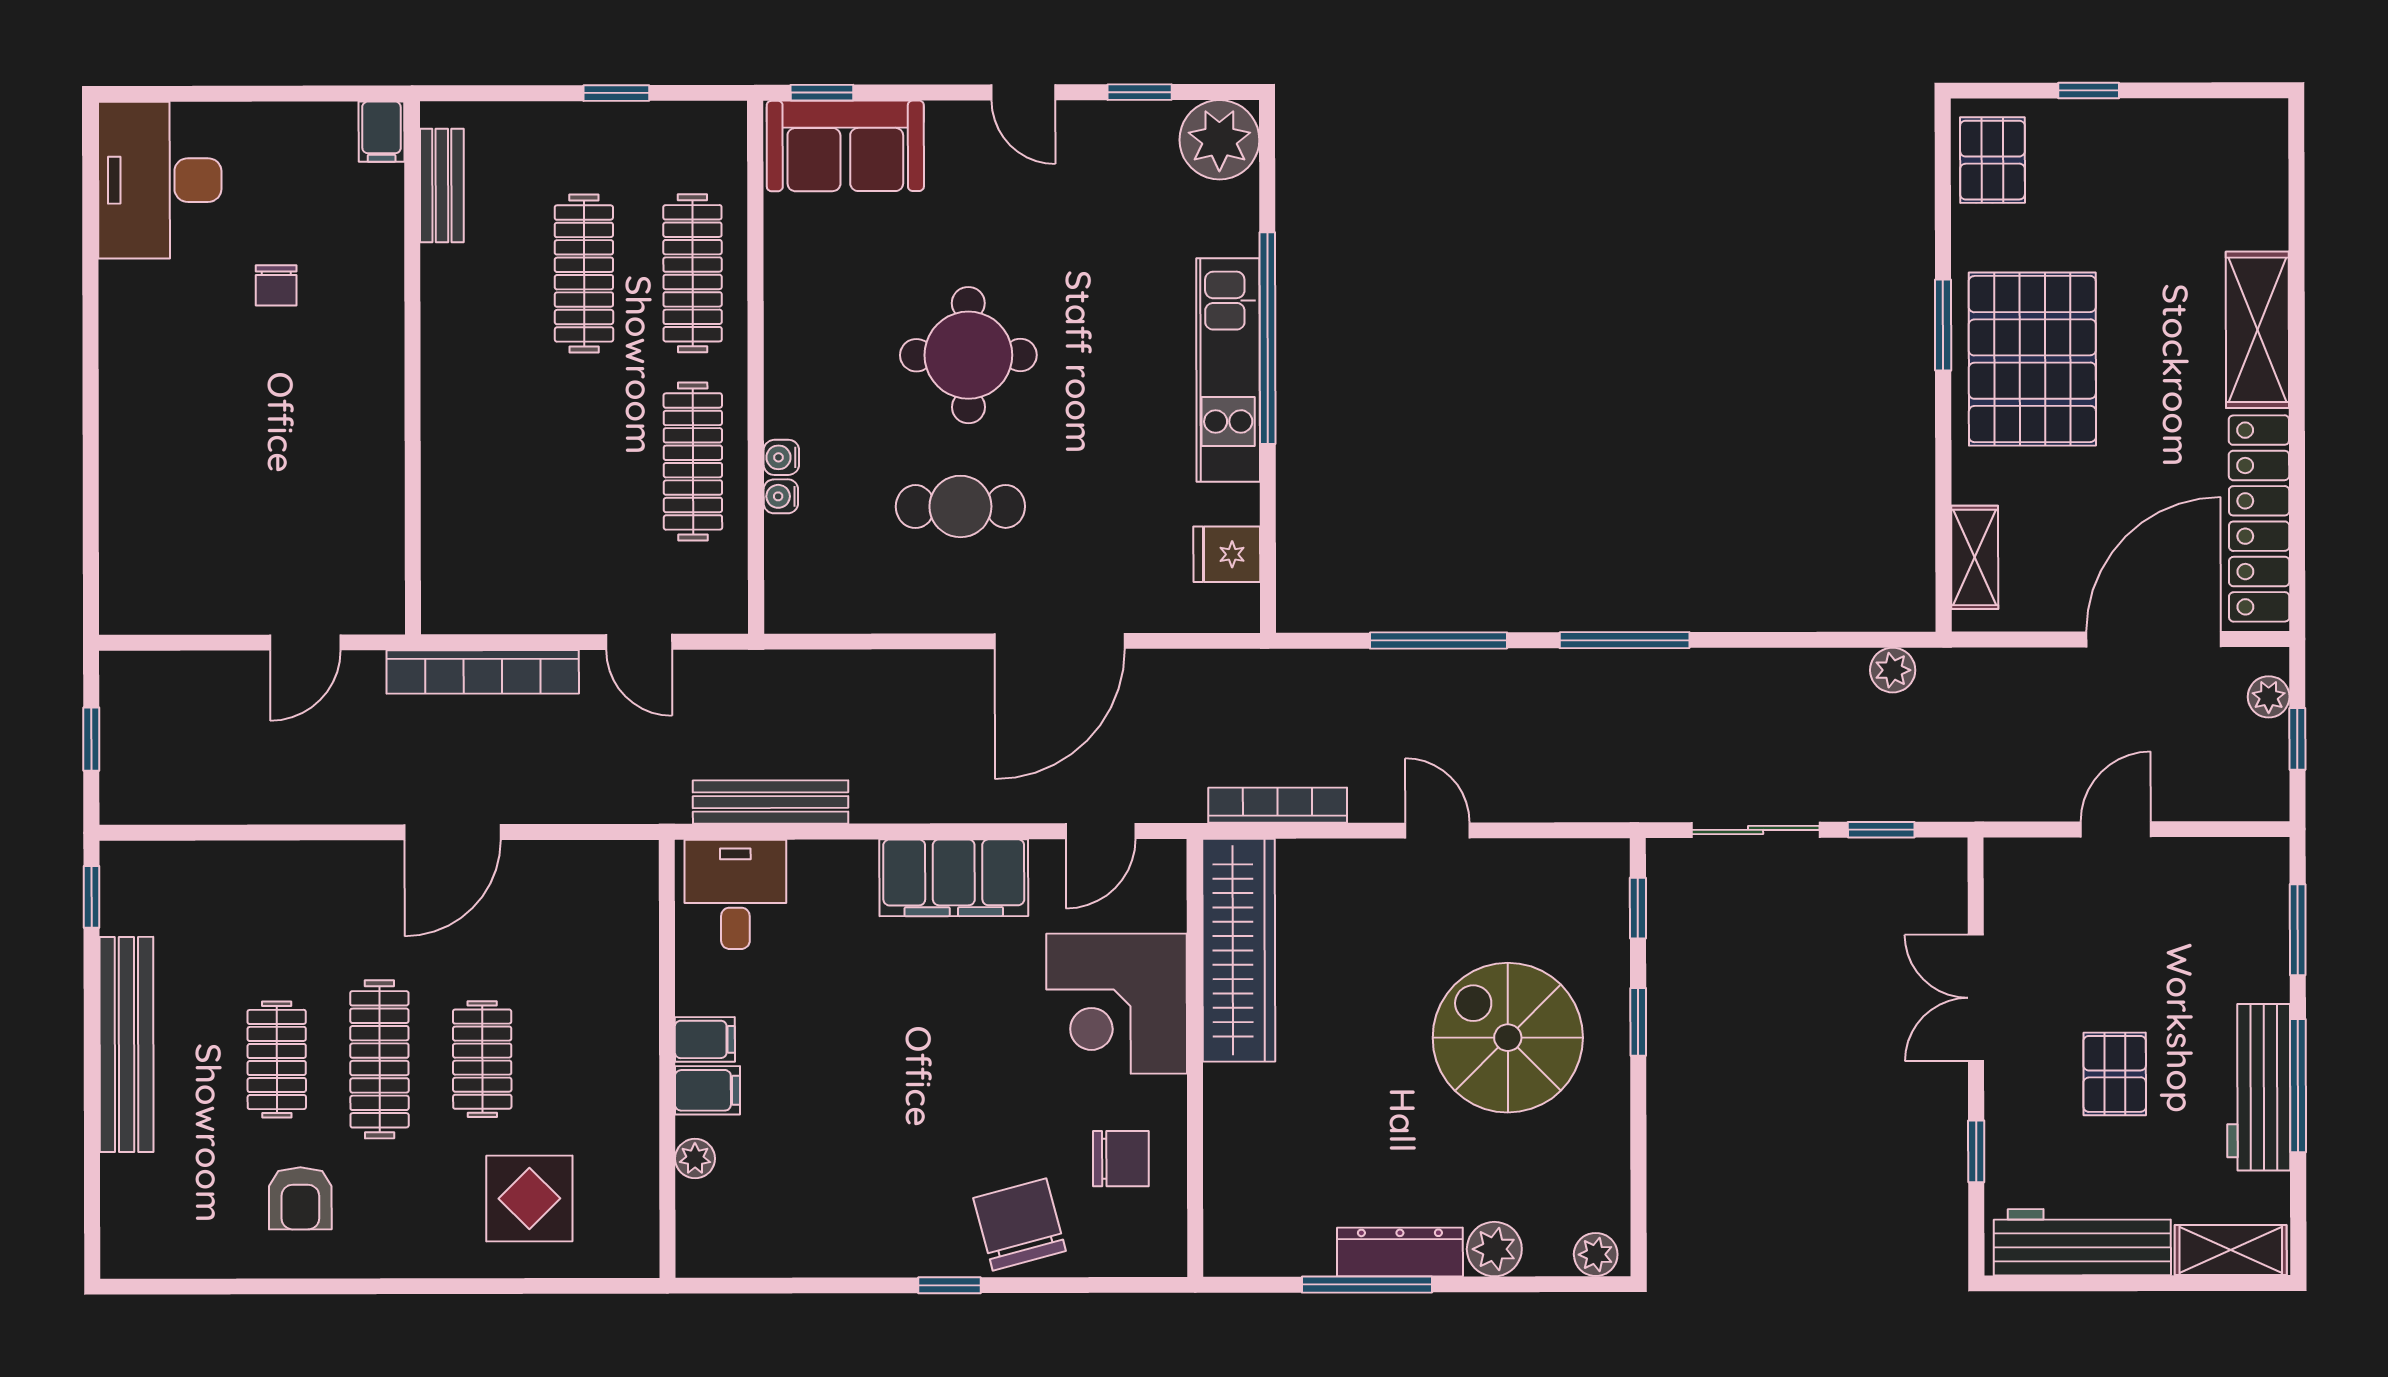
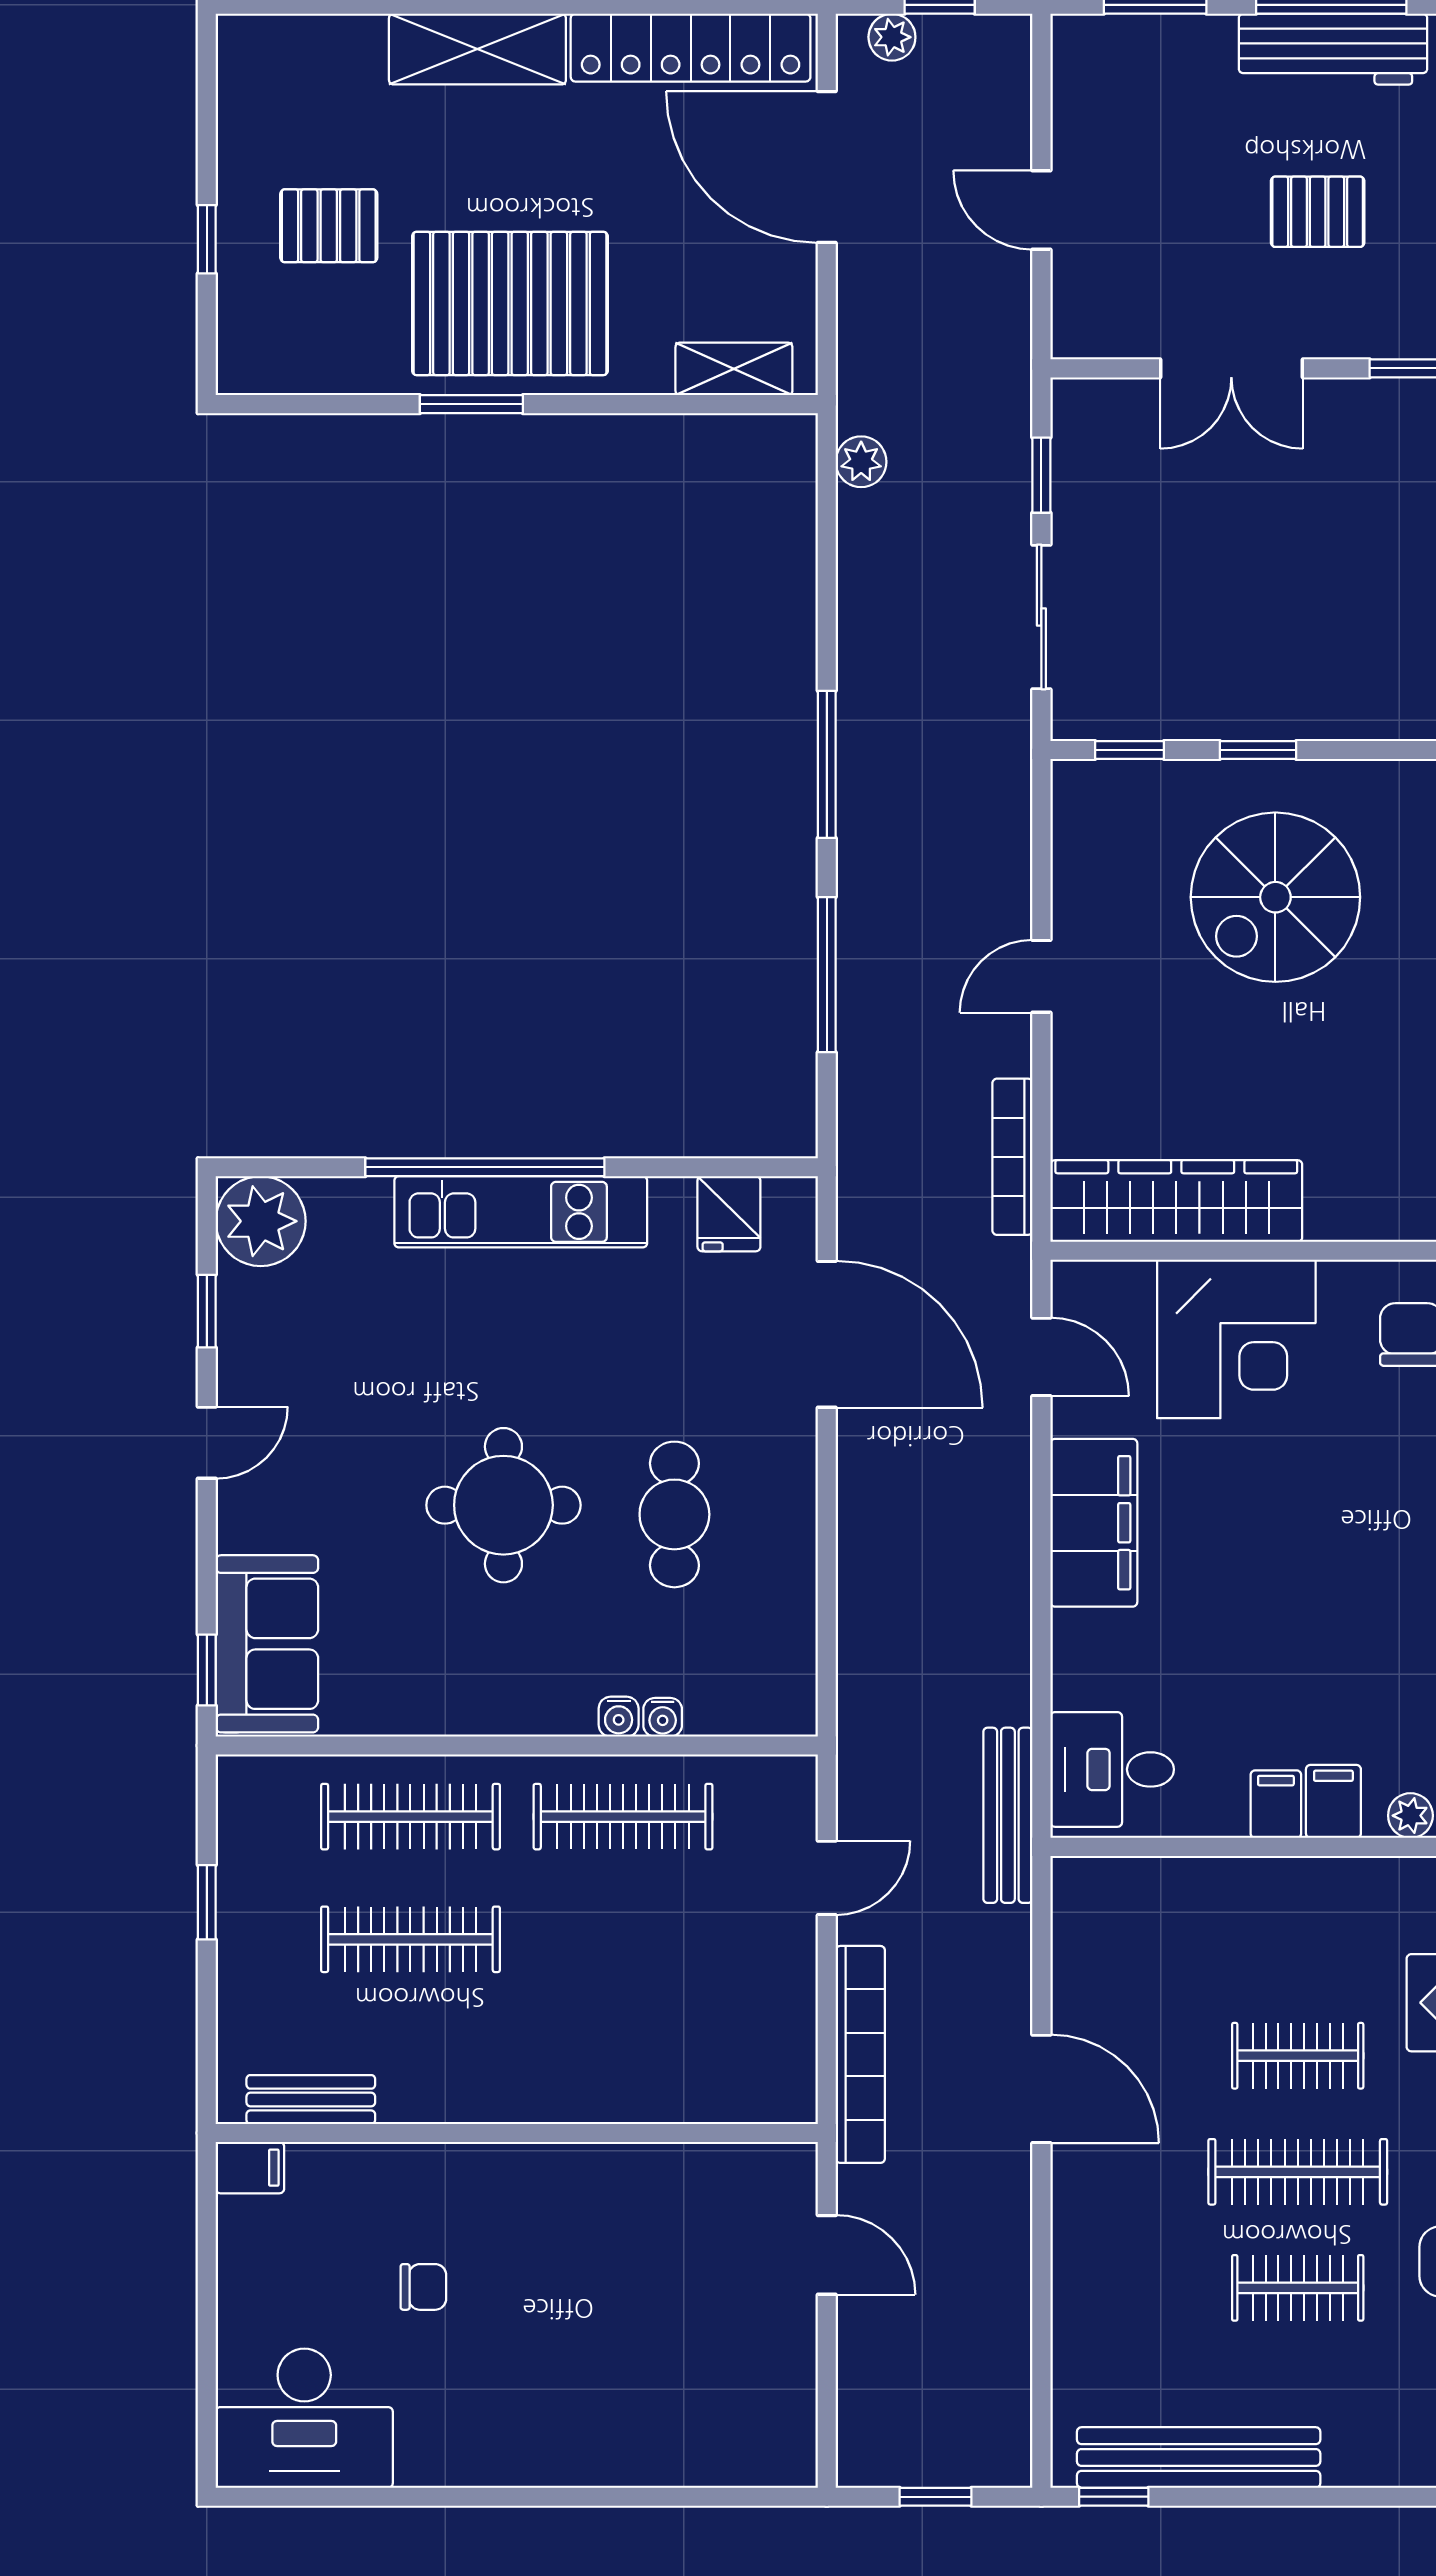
pallet: (1992, 160) -> (329, 226), moved
door: (1060, 641) -> (827, 1334), moved
bench: (771, 802) -> (1008, 1815), moved
bench: (126, 1044) -> (1199, 2457), moved

